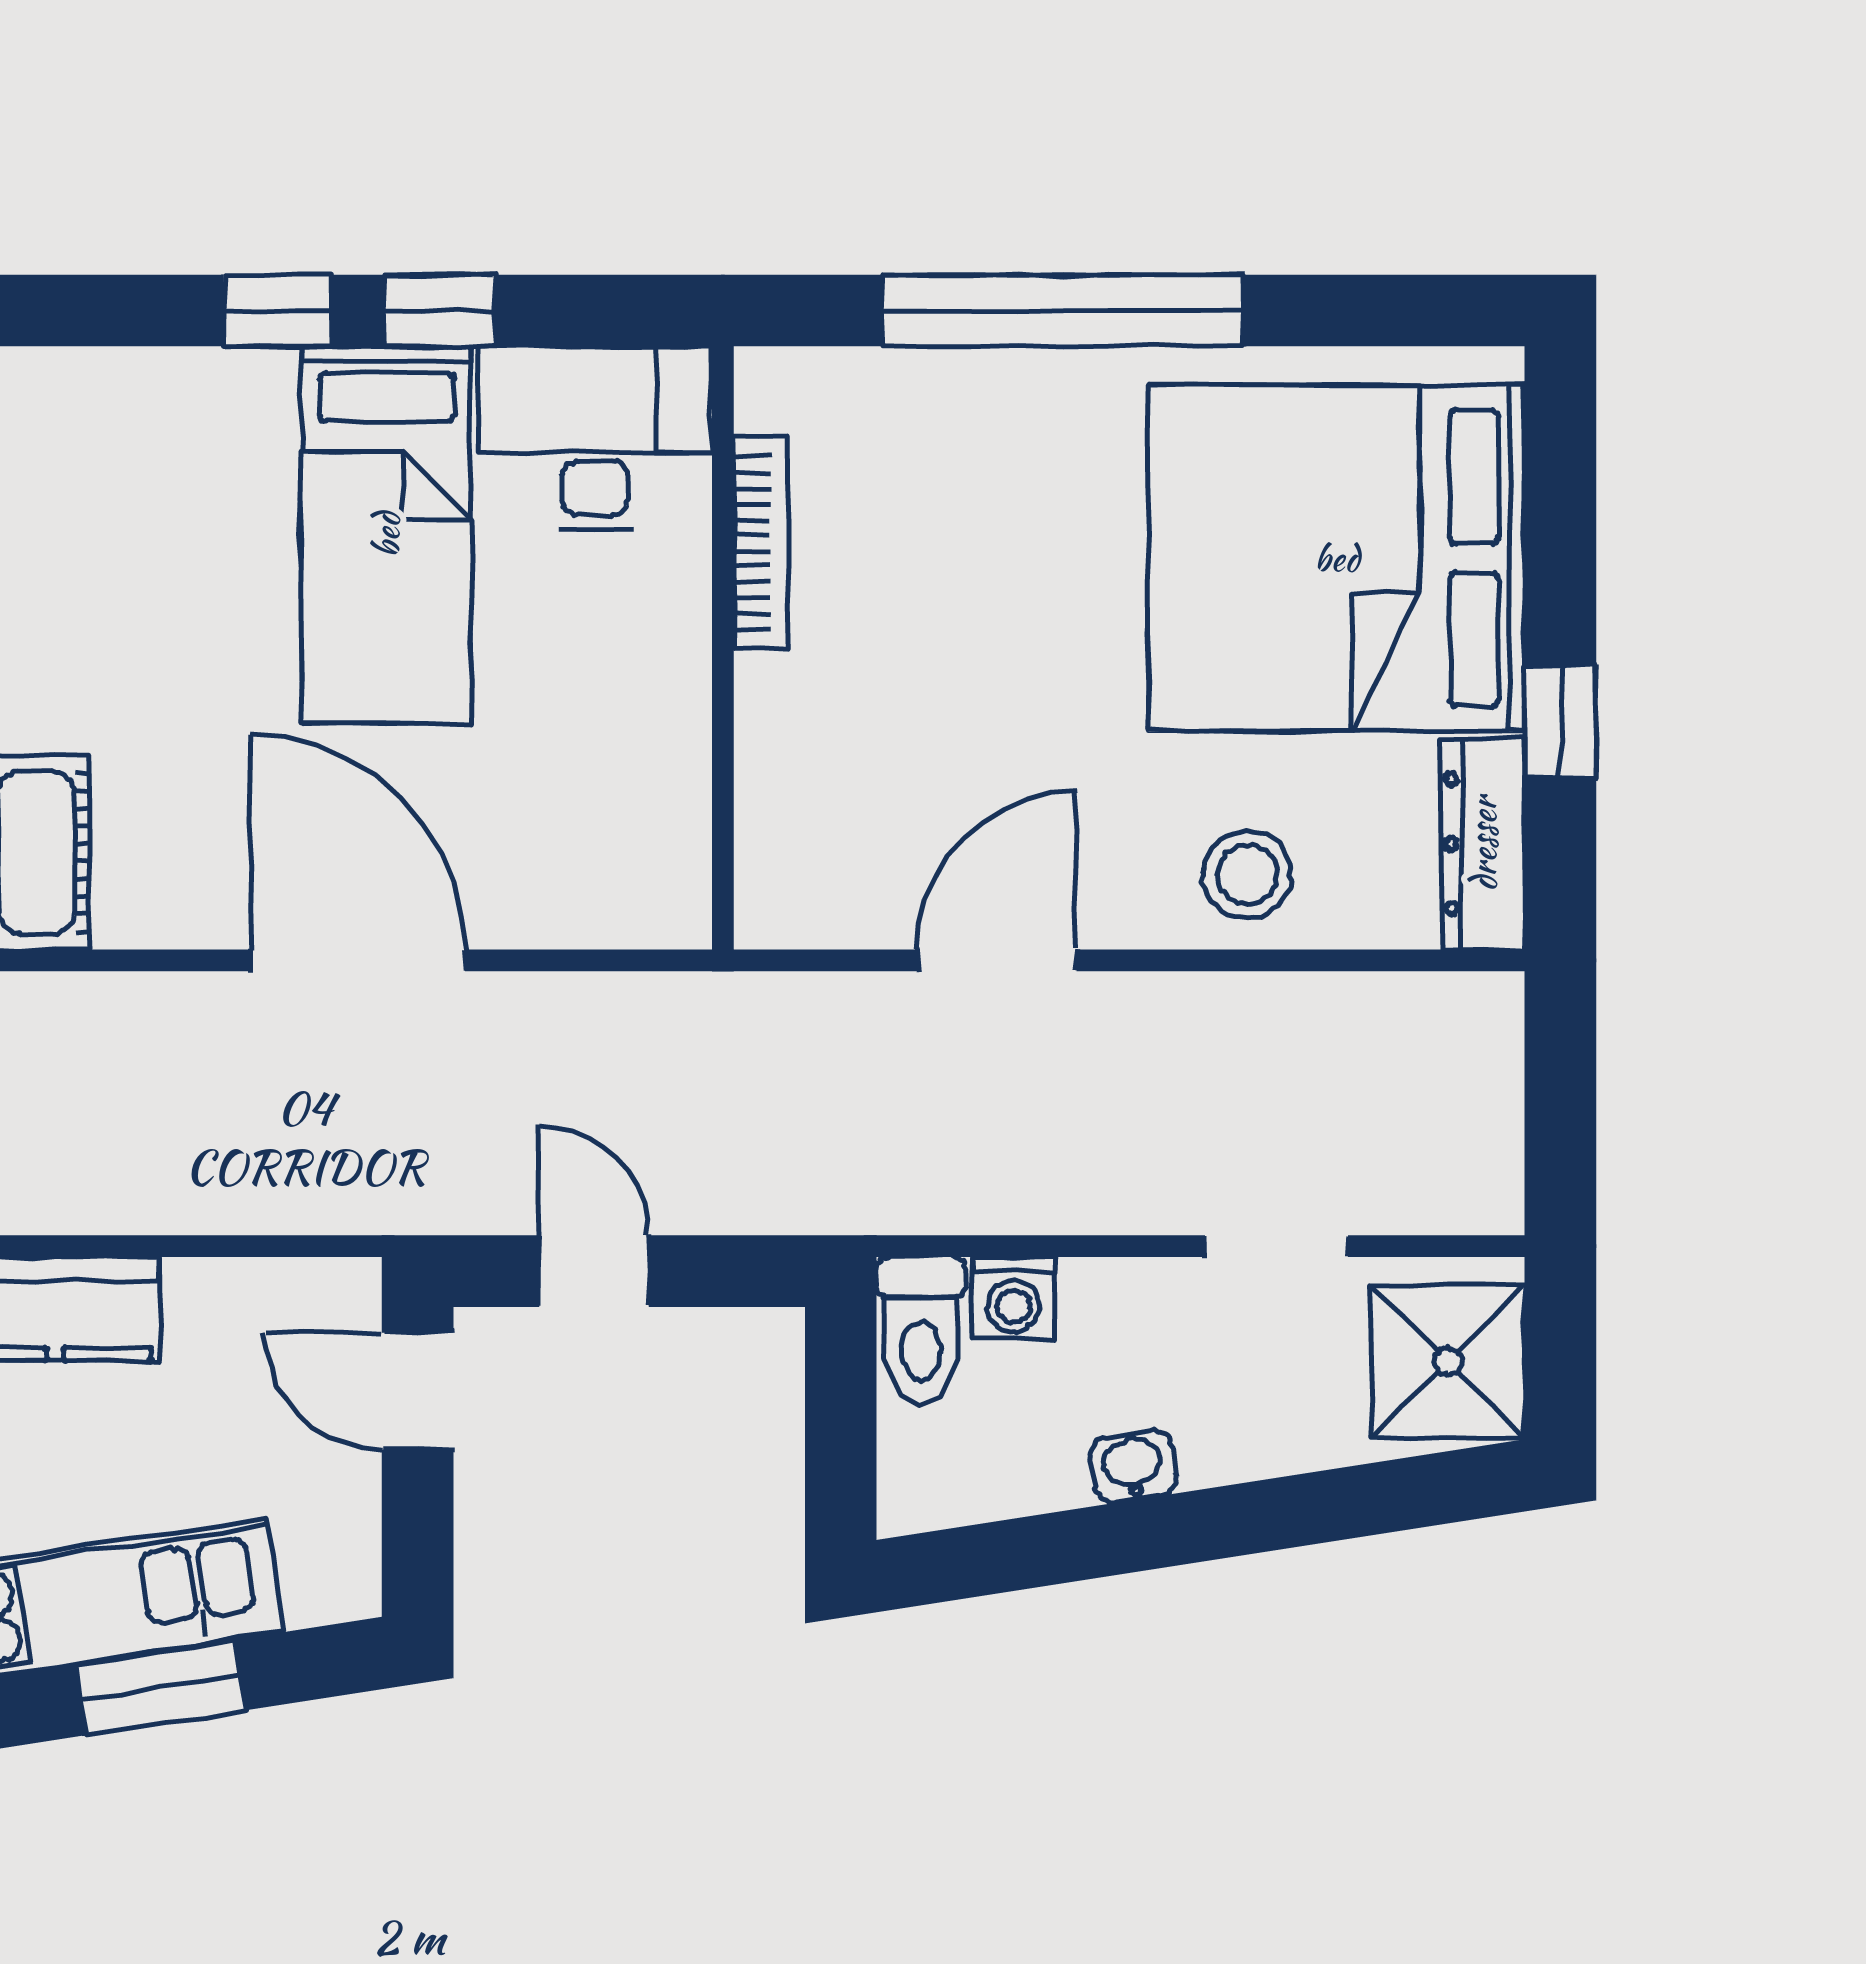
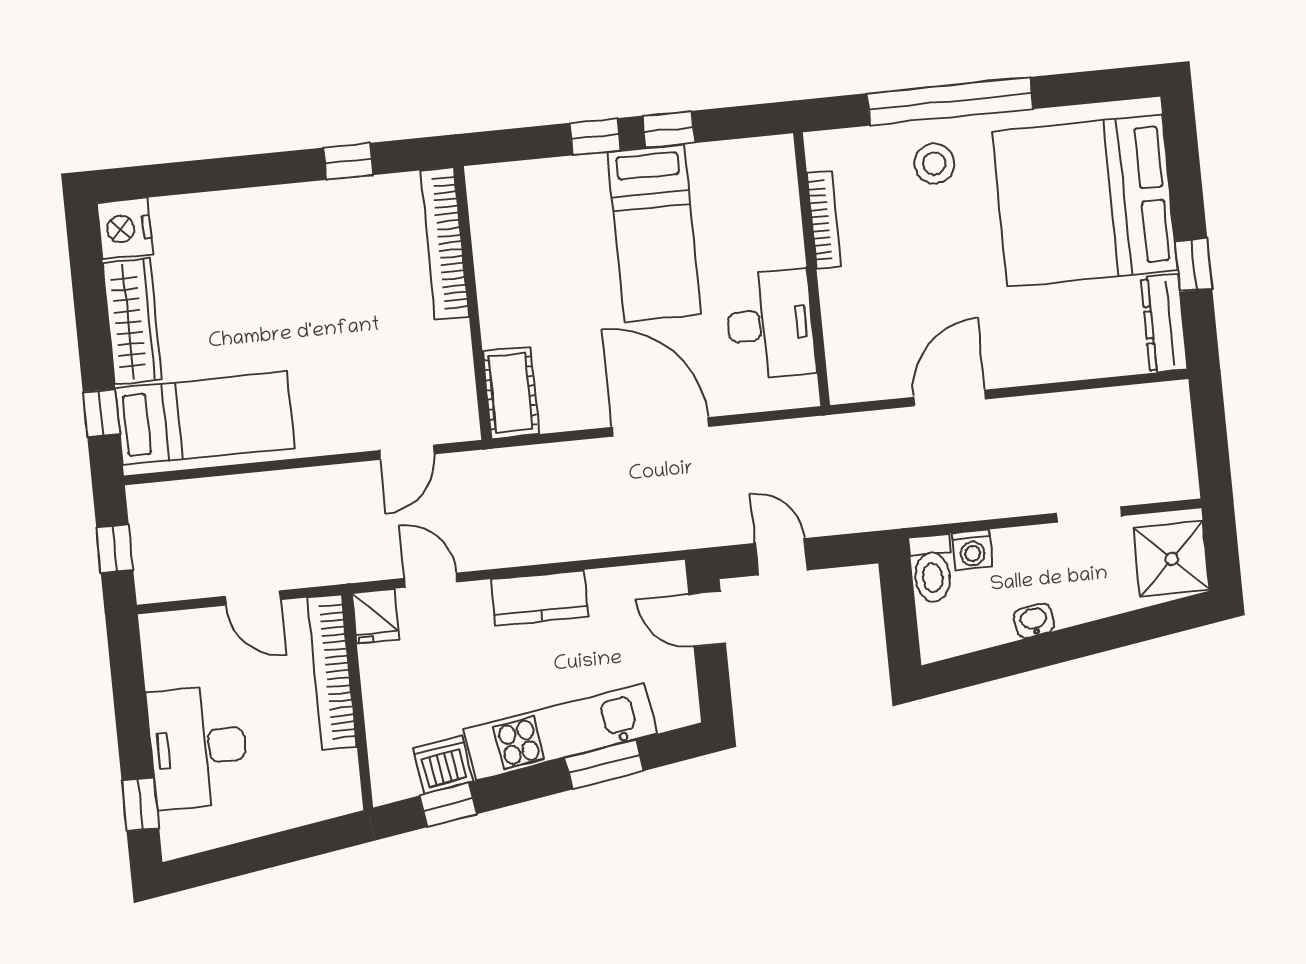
desk: (595, 438) -> (770, 324), moved, turned 90
stool: (1247, 875) -> (934, 164), moved

